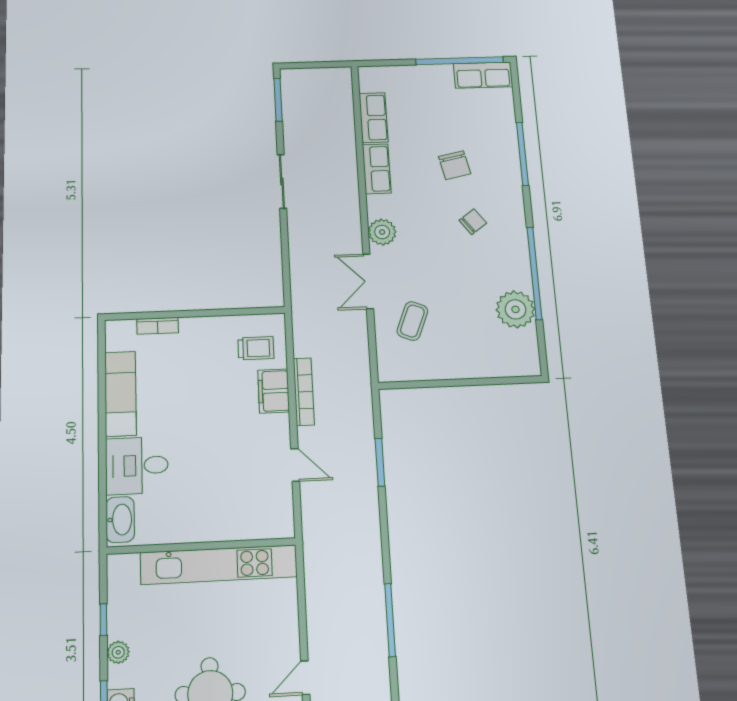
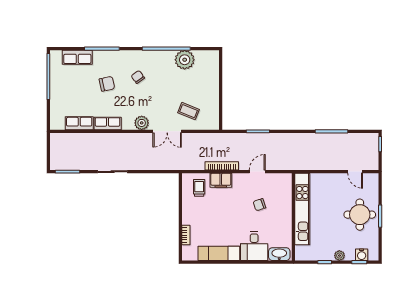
row of seats: (483, 75) -> (77, 57), moved, turned 90
chair: (225, 473) -> (259, 205), added

